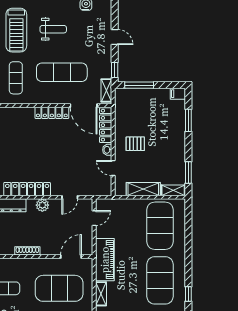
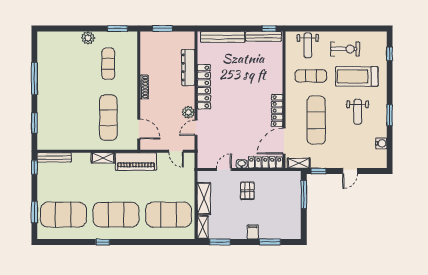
filing cabinet: (178, 94) -> (253, 232), moved
door: (70, 197) -> (196, 128), hinge flipped
plant: (42, 205) -> (188, 112), moved
exercise mat: (59, 288) -> (108, 118), width x0.68

